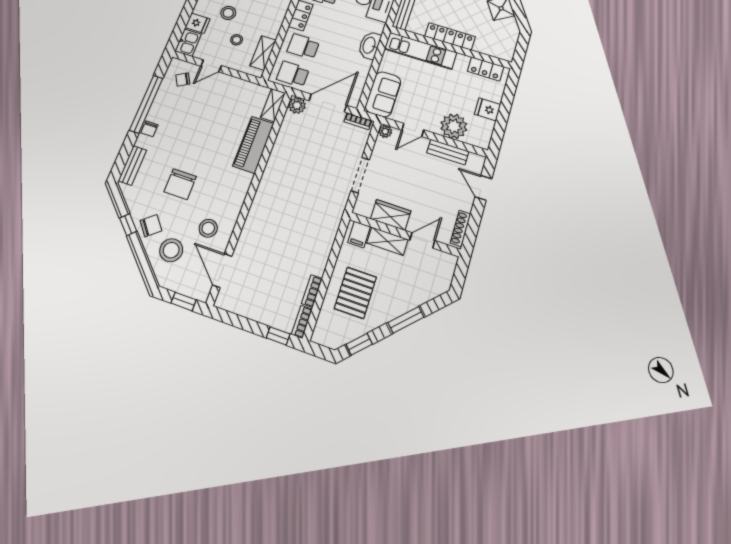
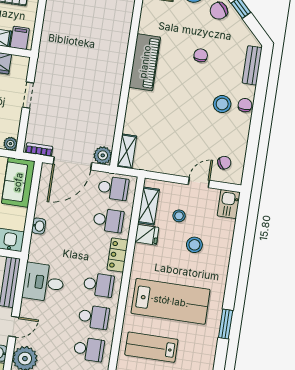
fridge: (198, 23) -> (147, 235), moved, turned 180
washbasin: (369, 45) -> (39, 226), width x0.52, depth x0.69
window: (146, 104) -> (255, 130), removed
piano: (253, 145) -> (145, 62), moved
doorway: (360, 175) -> (28, 95), width x0.73
chair: (180, 184) -> (201, 55), width x0.54, depth x0.54
stool: (208, 228) -> (222, 104), moved

